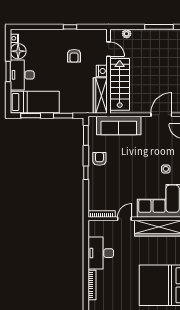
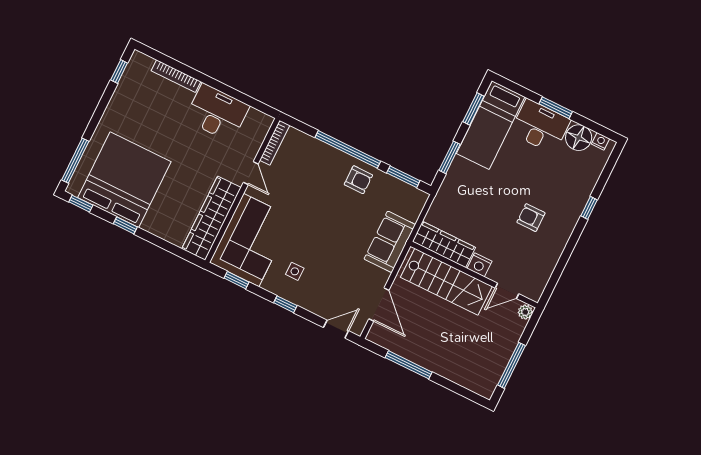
window: (70, 27) -> (589, 208), moved
door: (109, 49) -> (507, 291), moved
nightstand: (102, 71) -> (479, 265), moved
wall: (109, 71) -> (474, 275), moved
stairs: (120, 84) -> (446, 282), moved
wardrobe: (100, 96) -> (444, 244), moved
sofa: (119, 126) -> (390, 242), width x0.73
window: (86, 173) -> (348, 149), width x3.17

